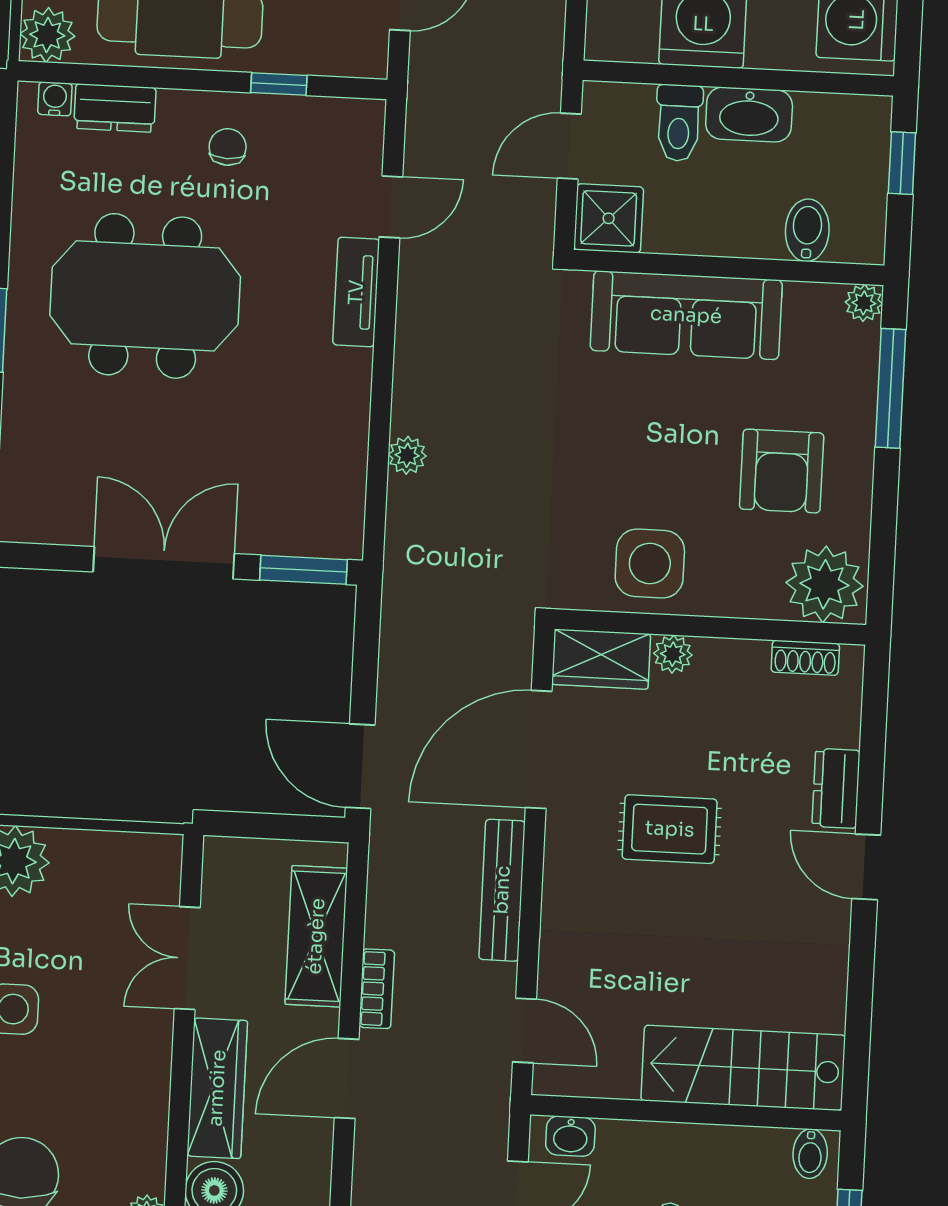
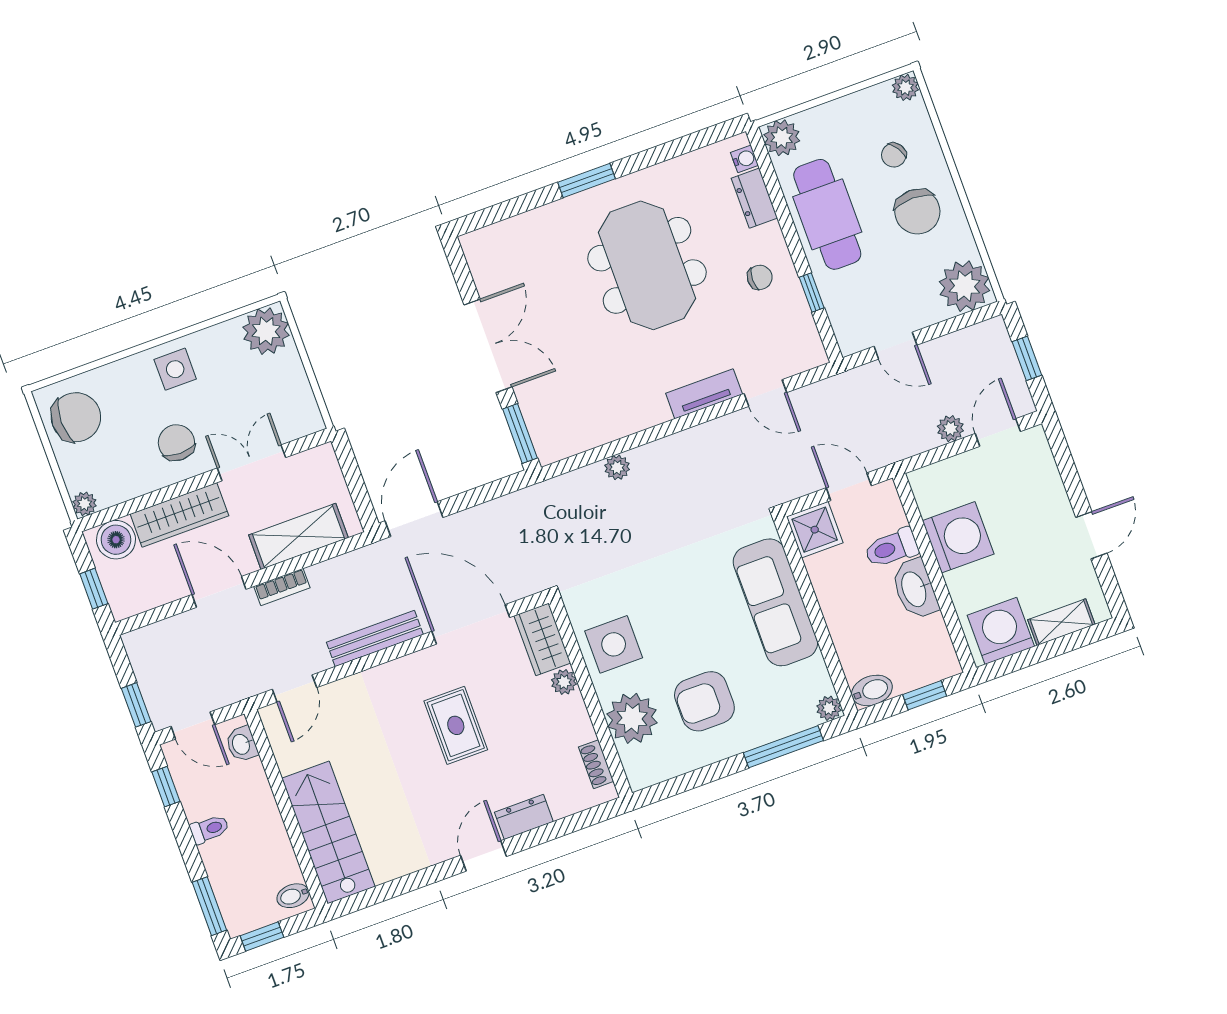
bidet: (807, 230) -> (872, 690), moved
plant: (824, 584) -> (632, 718), moved
chair: (115, 1050) -> (176, 443), added

